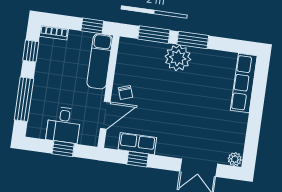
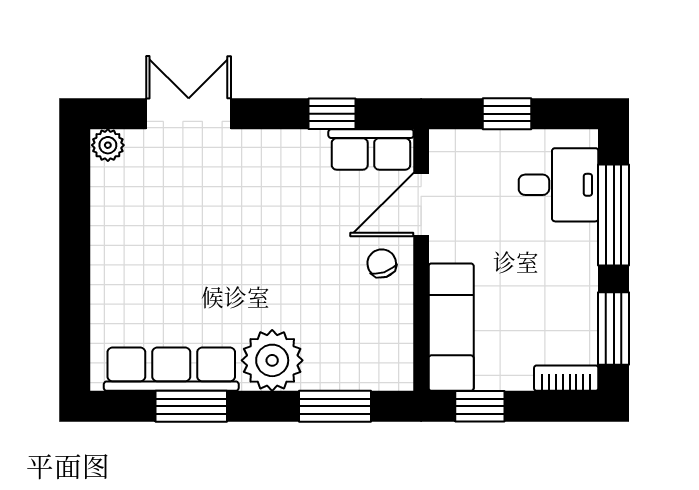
window: (193, 40) -> (191, 406), moved
window: (31, 51) -> (614, 328), width x1.50
row of seats: (244, 83) -> (171, 369), moved, turned -90
desk: (64, 125) -> (559, 185), moved, turned 90
row of seats: (137, 144) -> (371, 149), moved

